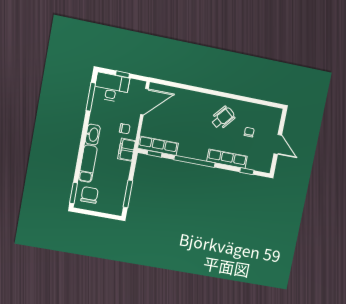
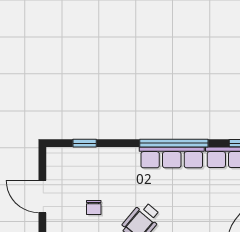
row of seats: (227, 159) -> (172, 157), moved

